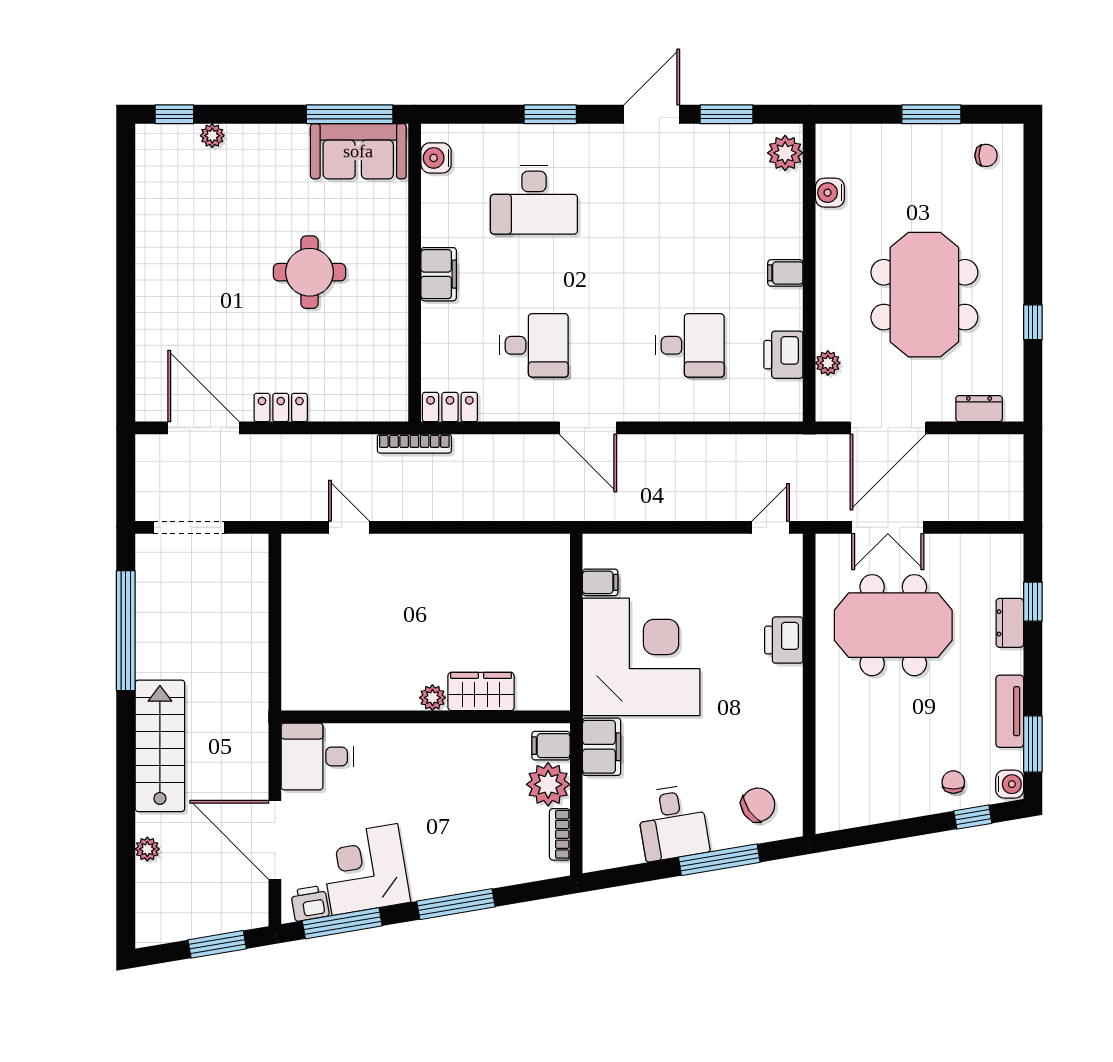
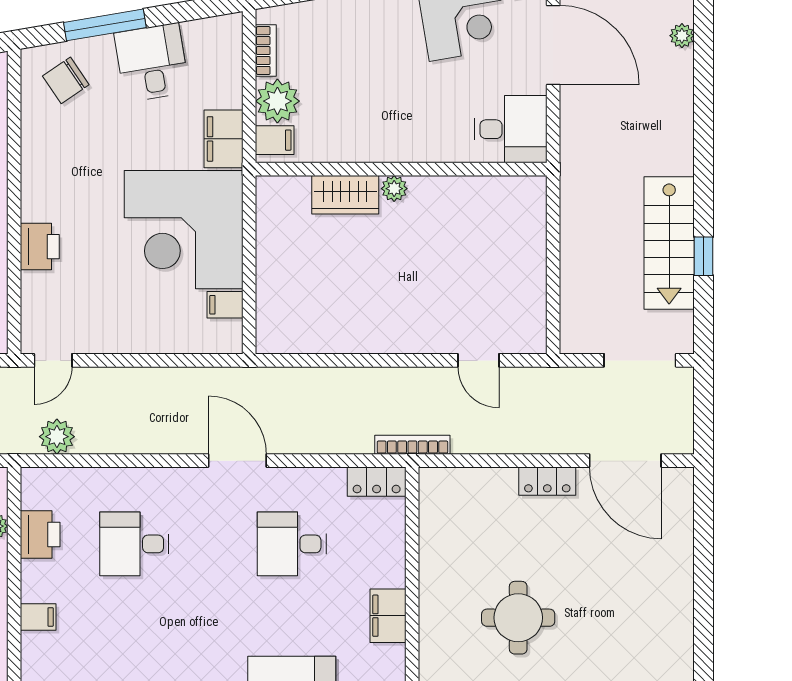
plant: (767, 452) -> (57, 437), added
window: (126, 631) -> (704, 256), width x0.32
stairs: (160, 746) -> (669, 243), moved

